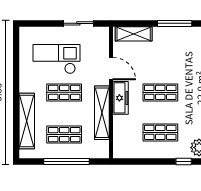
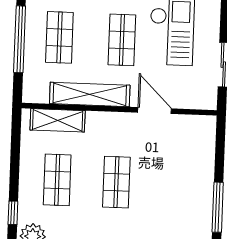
shelving: (134, 34) -> (58, 120), moved, turned 90
door: (111, 69) -> (155, 110), swing flipped
freezer: (121, 98) -> (111, 123), removed

